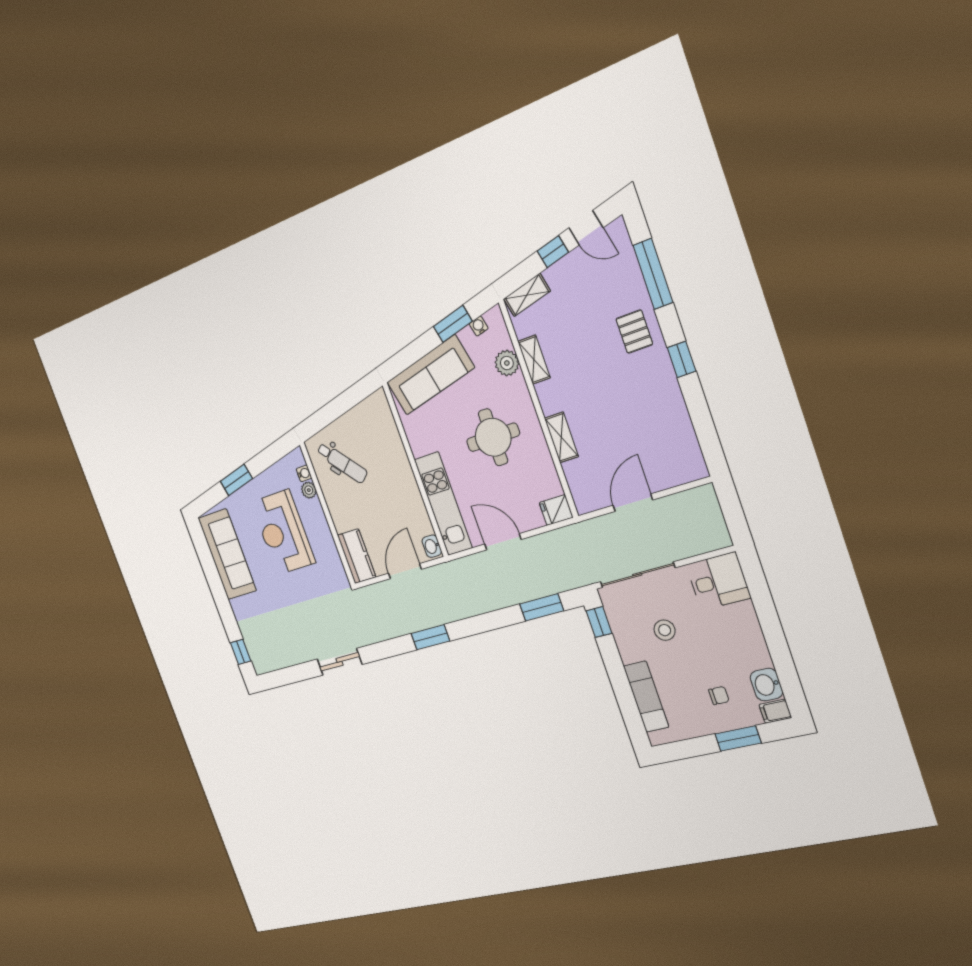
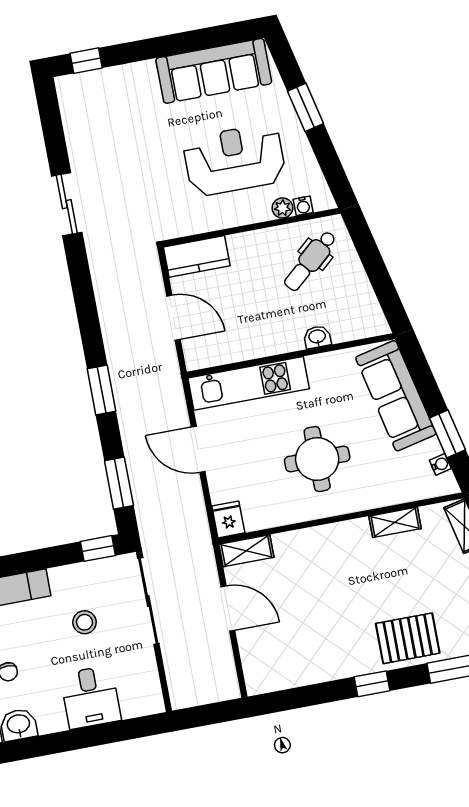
pallet: (634, 332) -> (408, 638), width x1.50, depth x1.42
plant: (507, 363) -> (396, 490), removed
shelving: (561, 437) -> (246, 551), moved
door: (503, 542) -> (198, 449), swing flipped
washbasin: (432, 546) -> (317, 337), moved
desk: (718, 581) -> (91, 697), moved
window: (430, 637) -> (101, 390), moved

